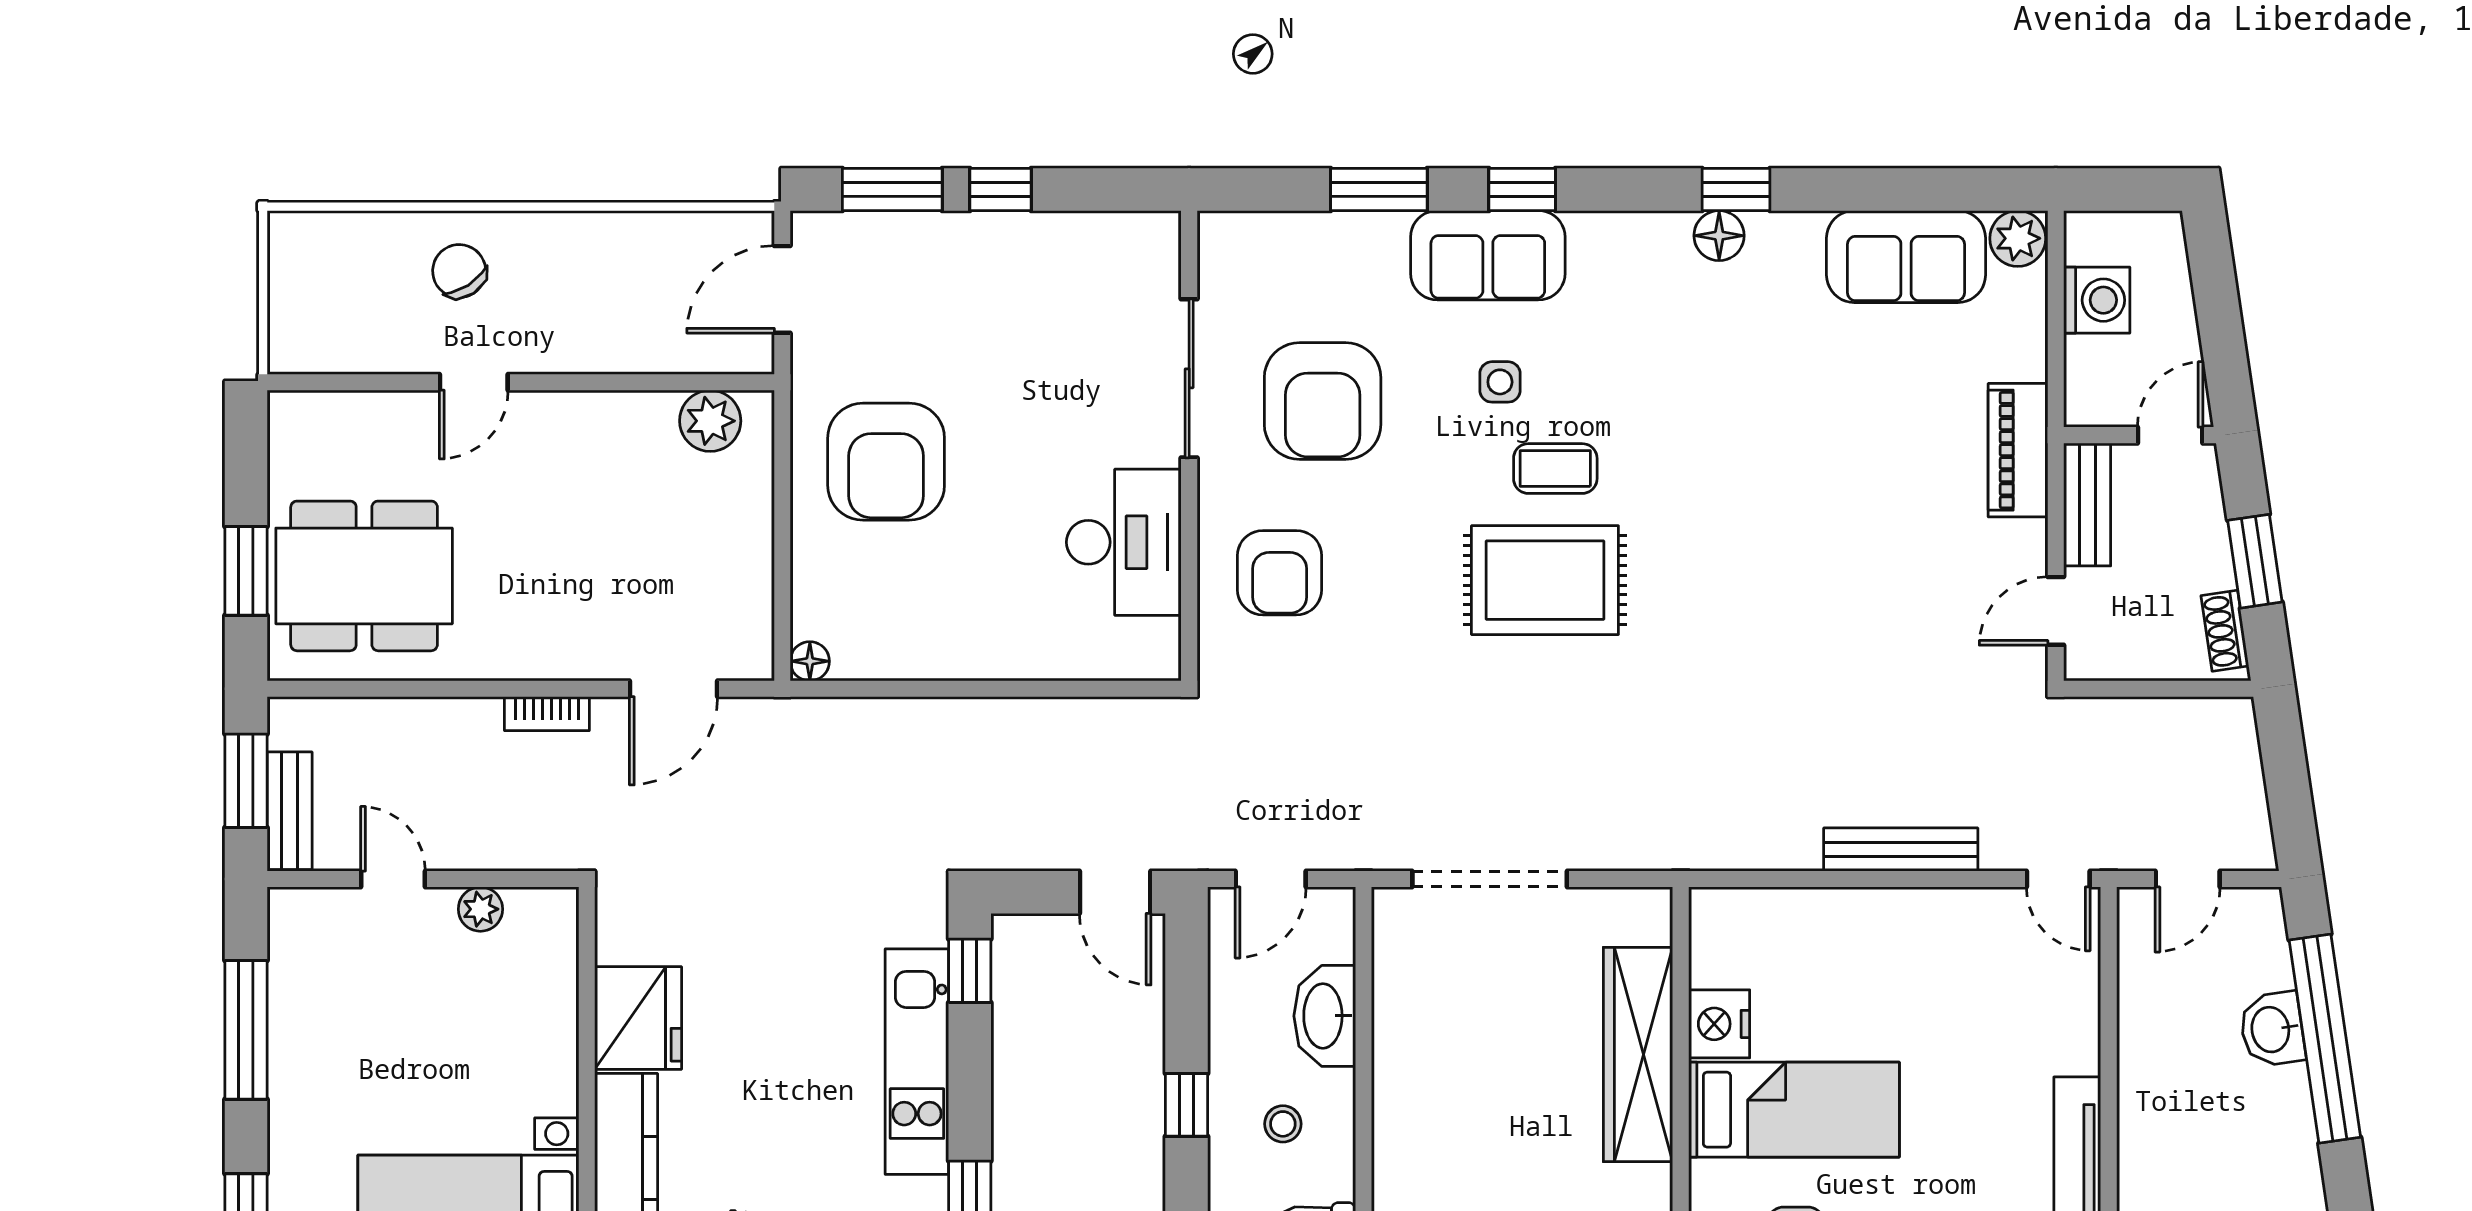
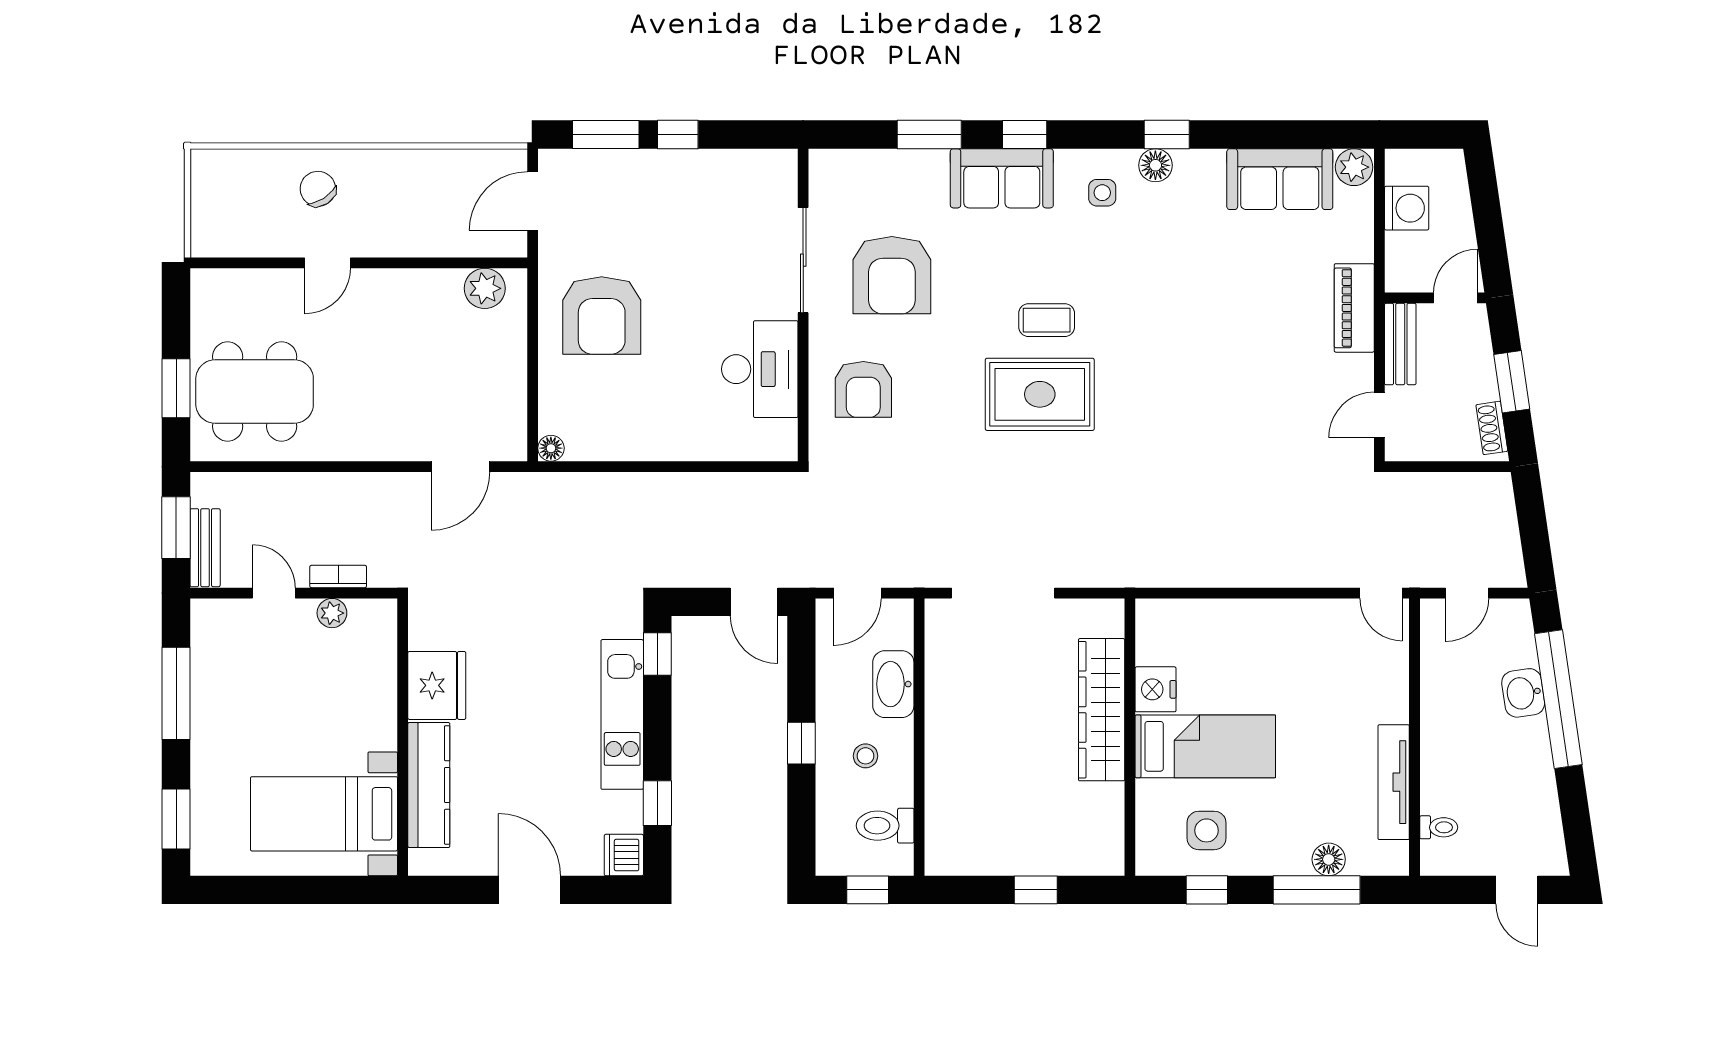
side table: (1500, 382) -> (1102, 193), moved
bookcase: (547, 714) -> (338, 576), moved, turned 180
bench: (1901, 850) -> (1276, 573), removed

